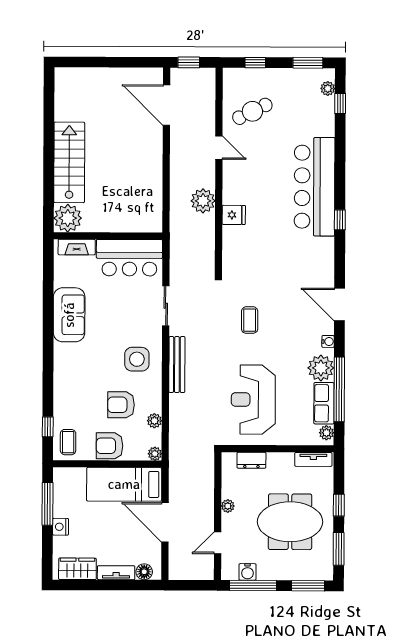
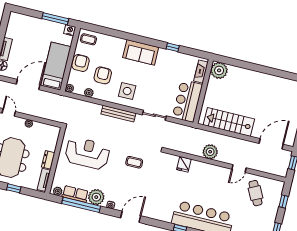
stairs: (69, 162) -> (229, 122), moved, turned 180
fridge: (234, 215) -> (184, 164), moved
sofa: (69, 315) -> (141, 52), moved
window: (48, 427) -> (173, 47), moved
dresser: (251, 460) -> (48, 160), moved
nightstand: (61, 527) -> (70, 30), moved
wardrobe: (77, 569) -> (13, 27), removed

